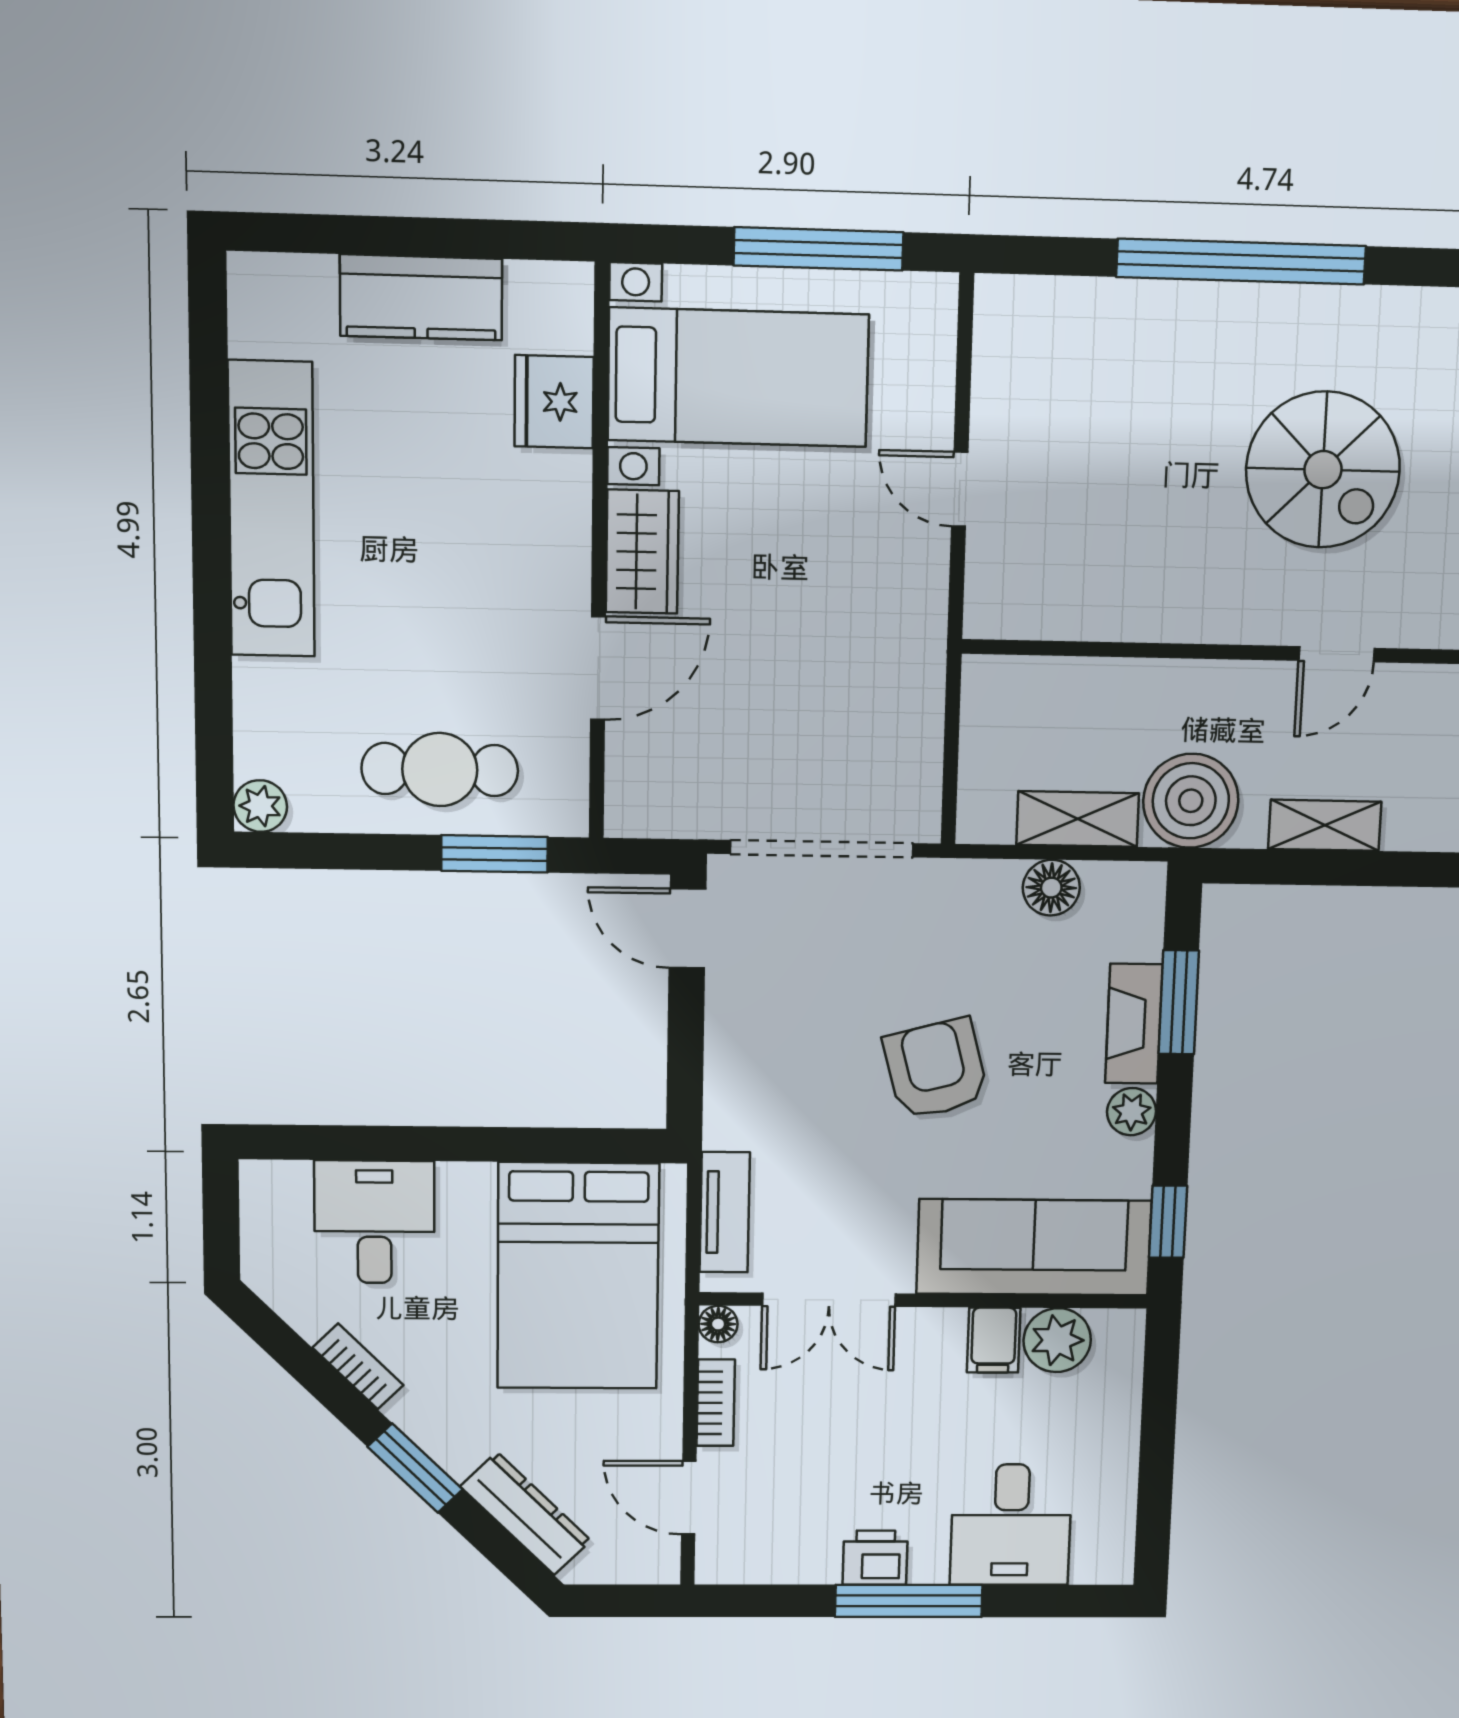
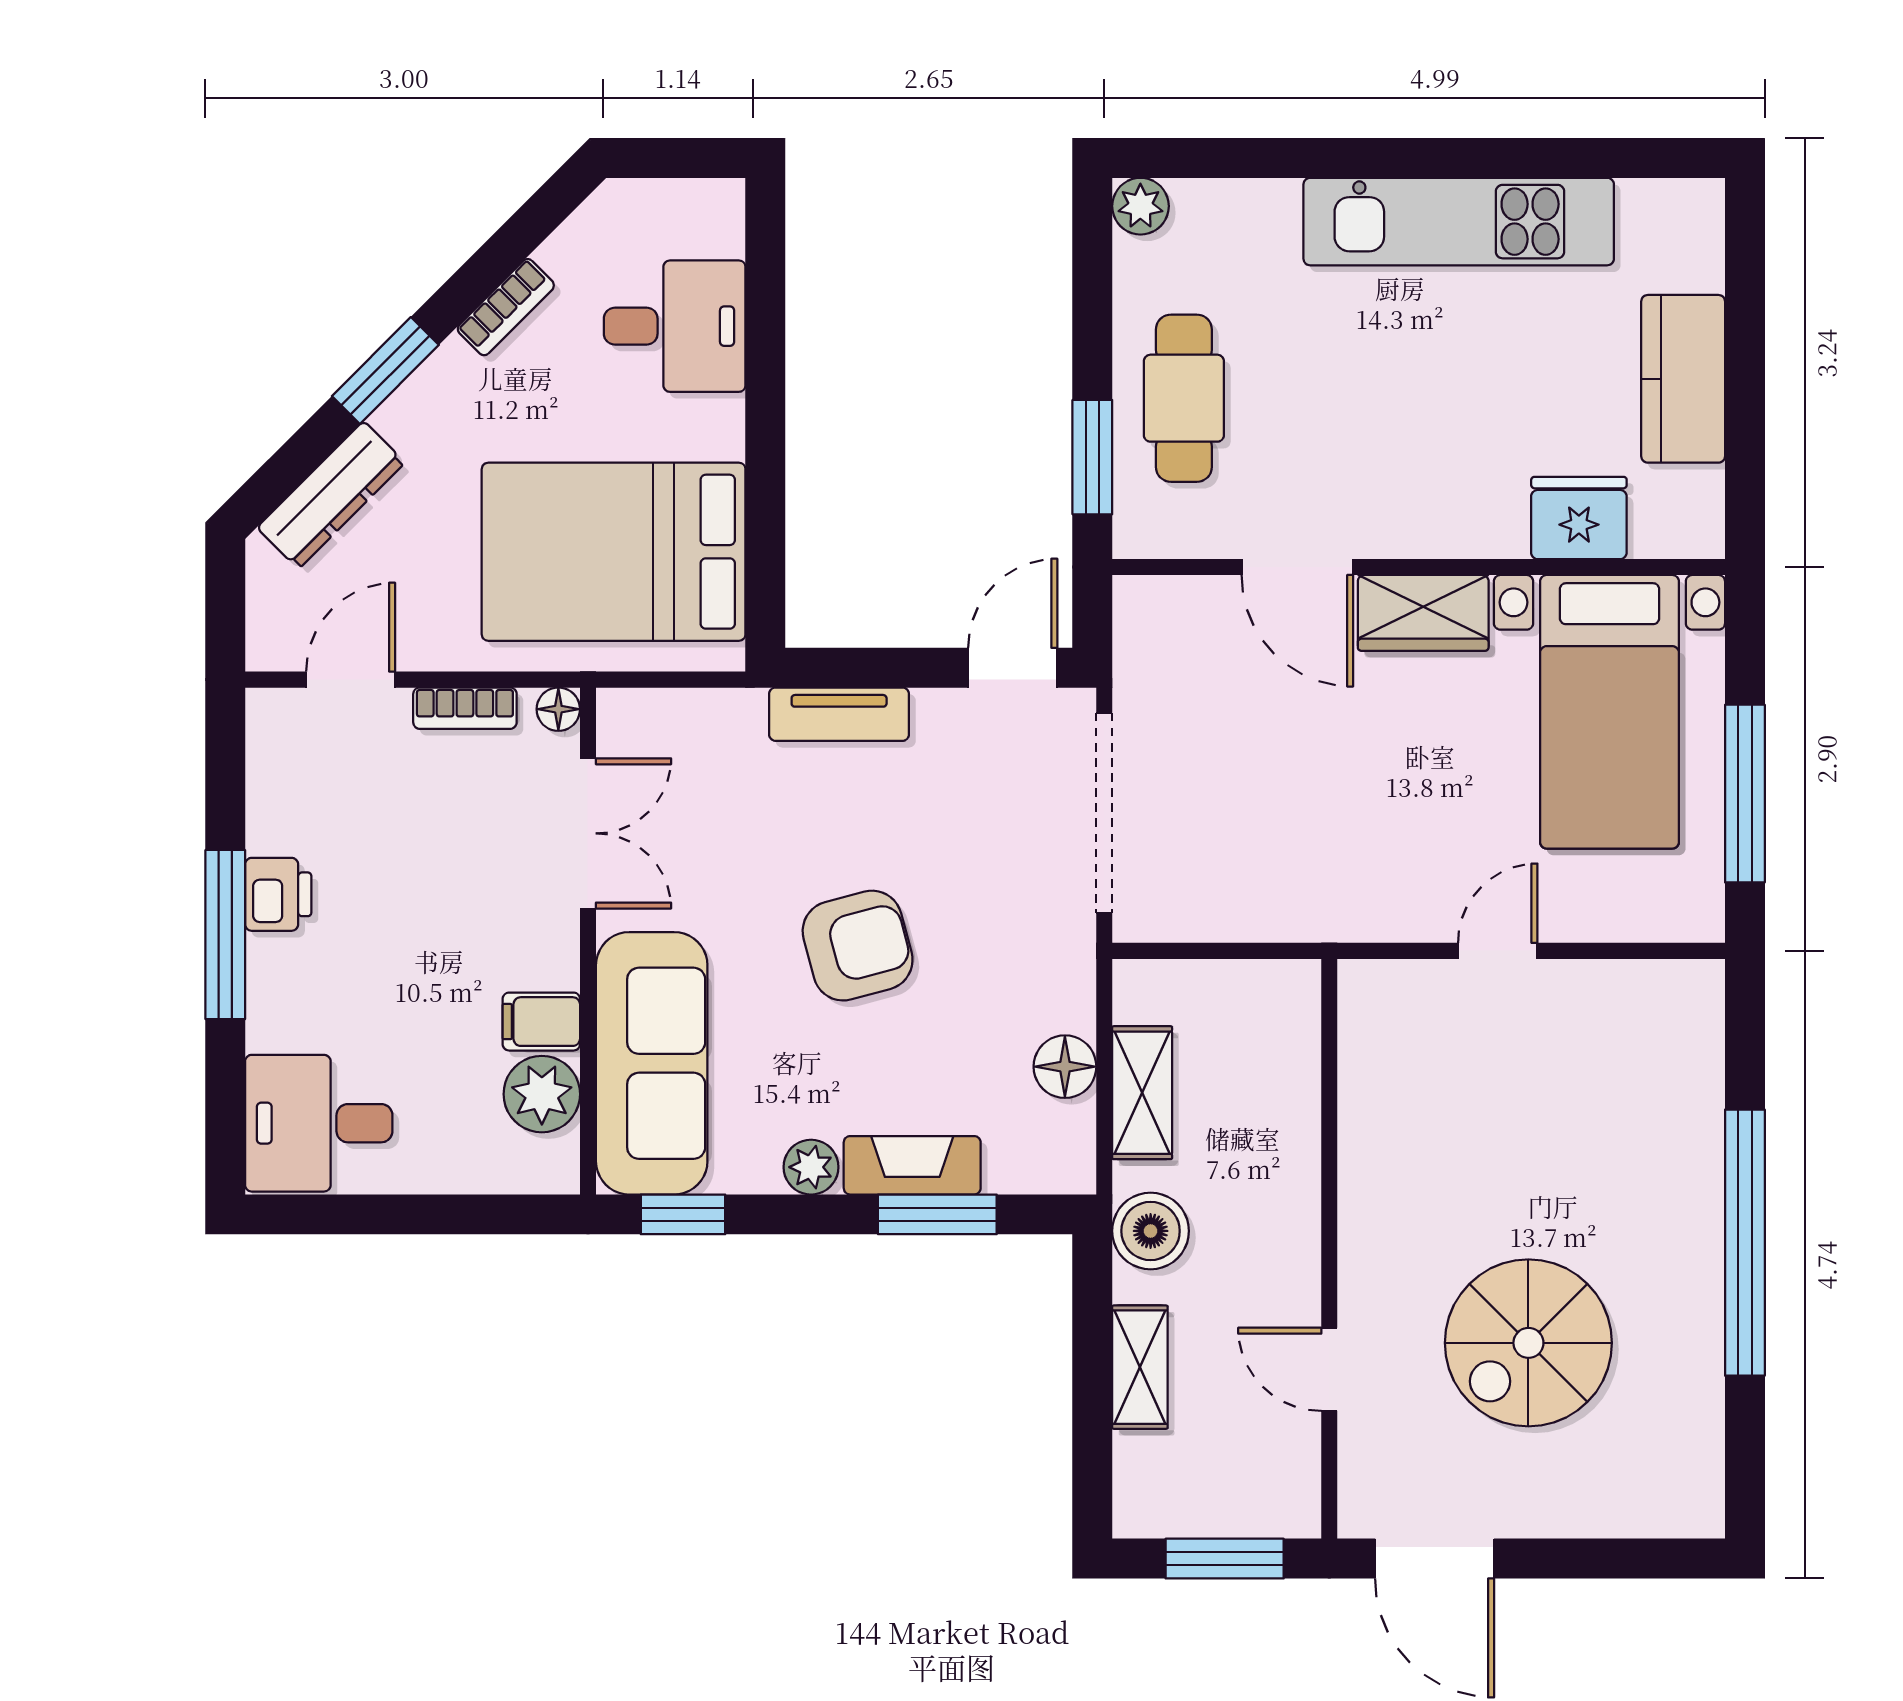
boiler: (1191, 801) -> (1151, 1231), width x0.73, depth x0.73
tv unit: (725, 1212) -> (839, 714), moved
double door: (829, 1300) -> (588, 833), swing flipped
desk: (1011, 1525) -> (319, 1123), moved

